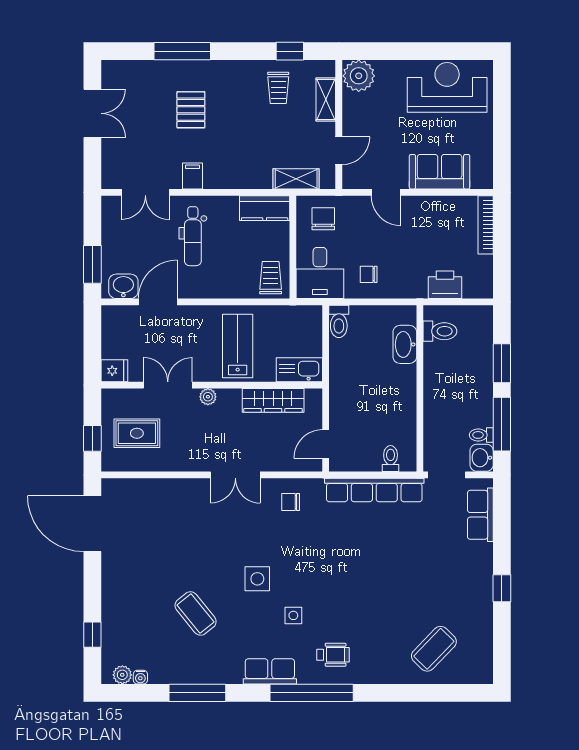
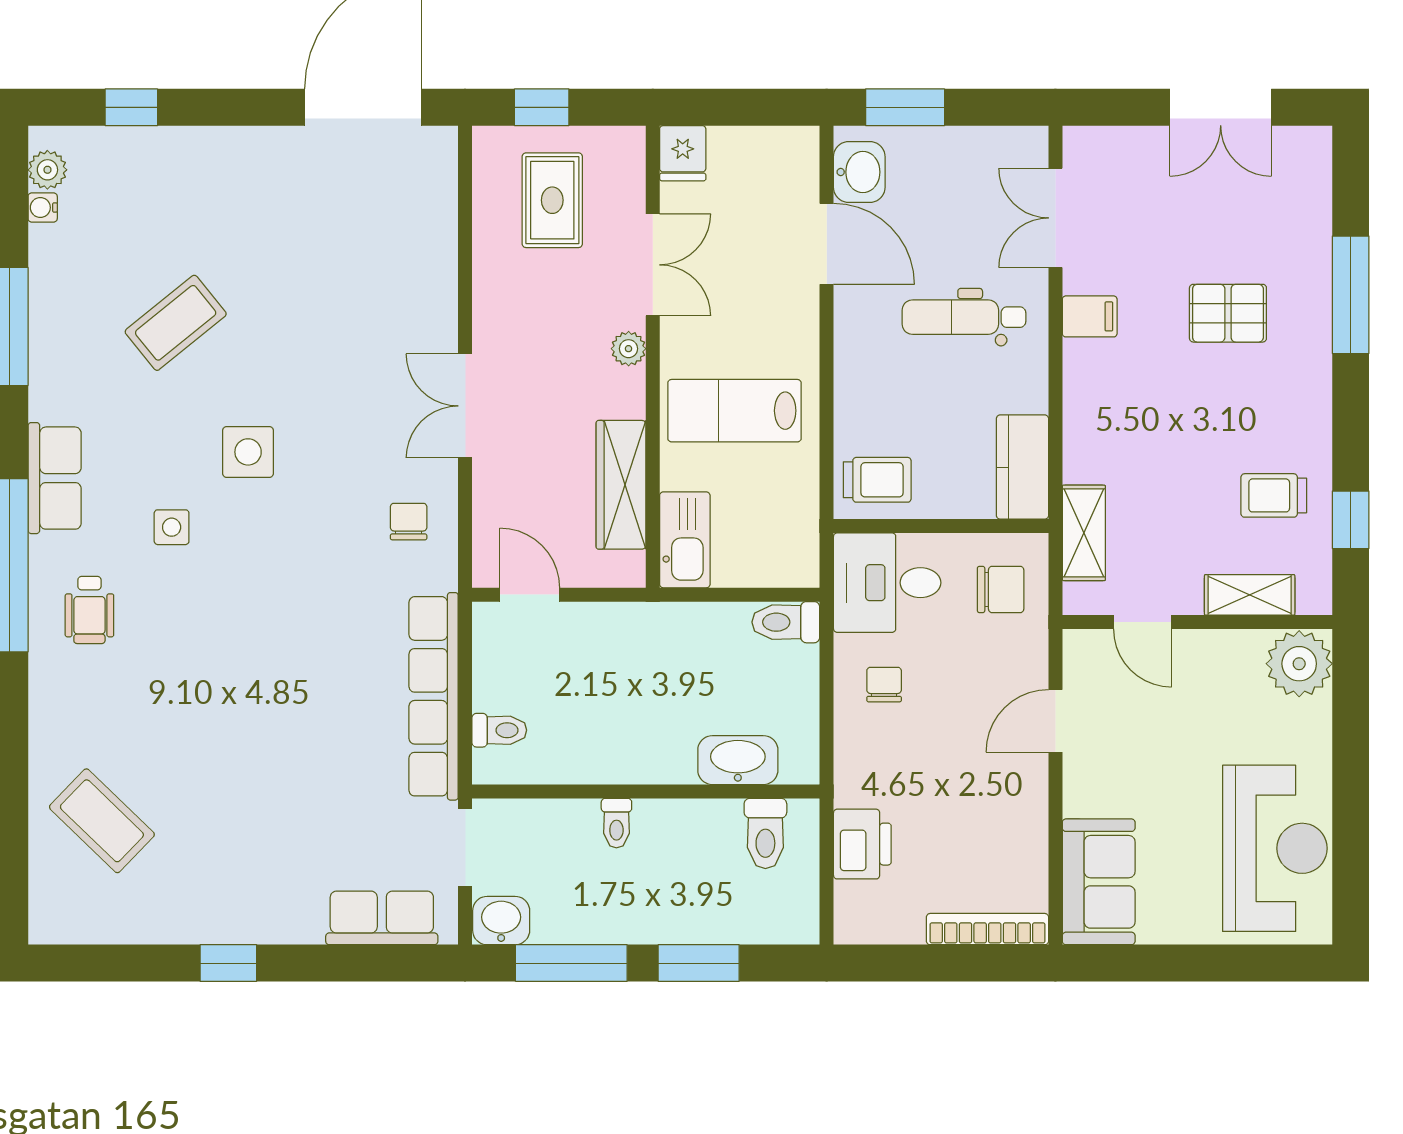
sofa: (440, 172) -> (1099, 882), moved
lab bench: (238, 346) -> (734, 411), turned 180
toilet: (481, 435) -> (616, 823), moved, turned 180

